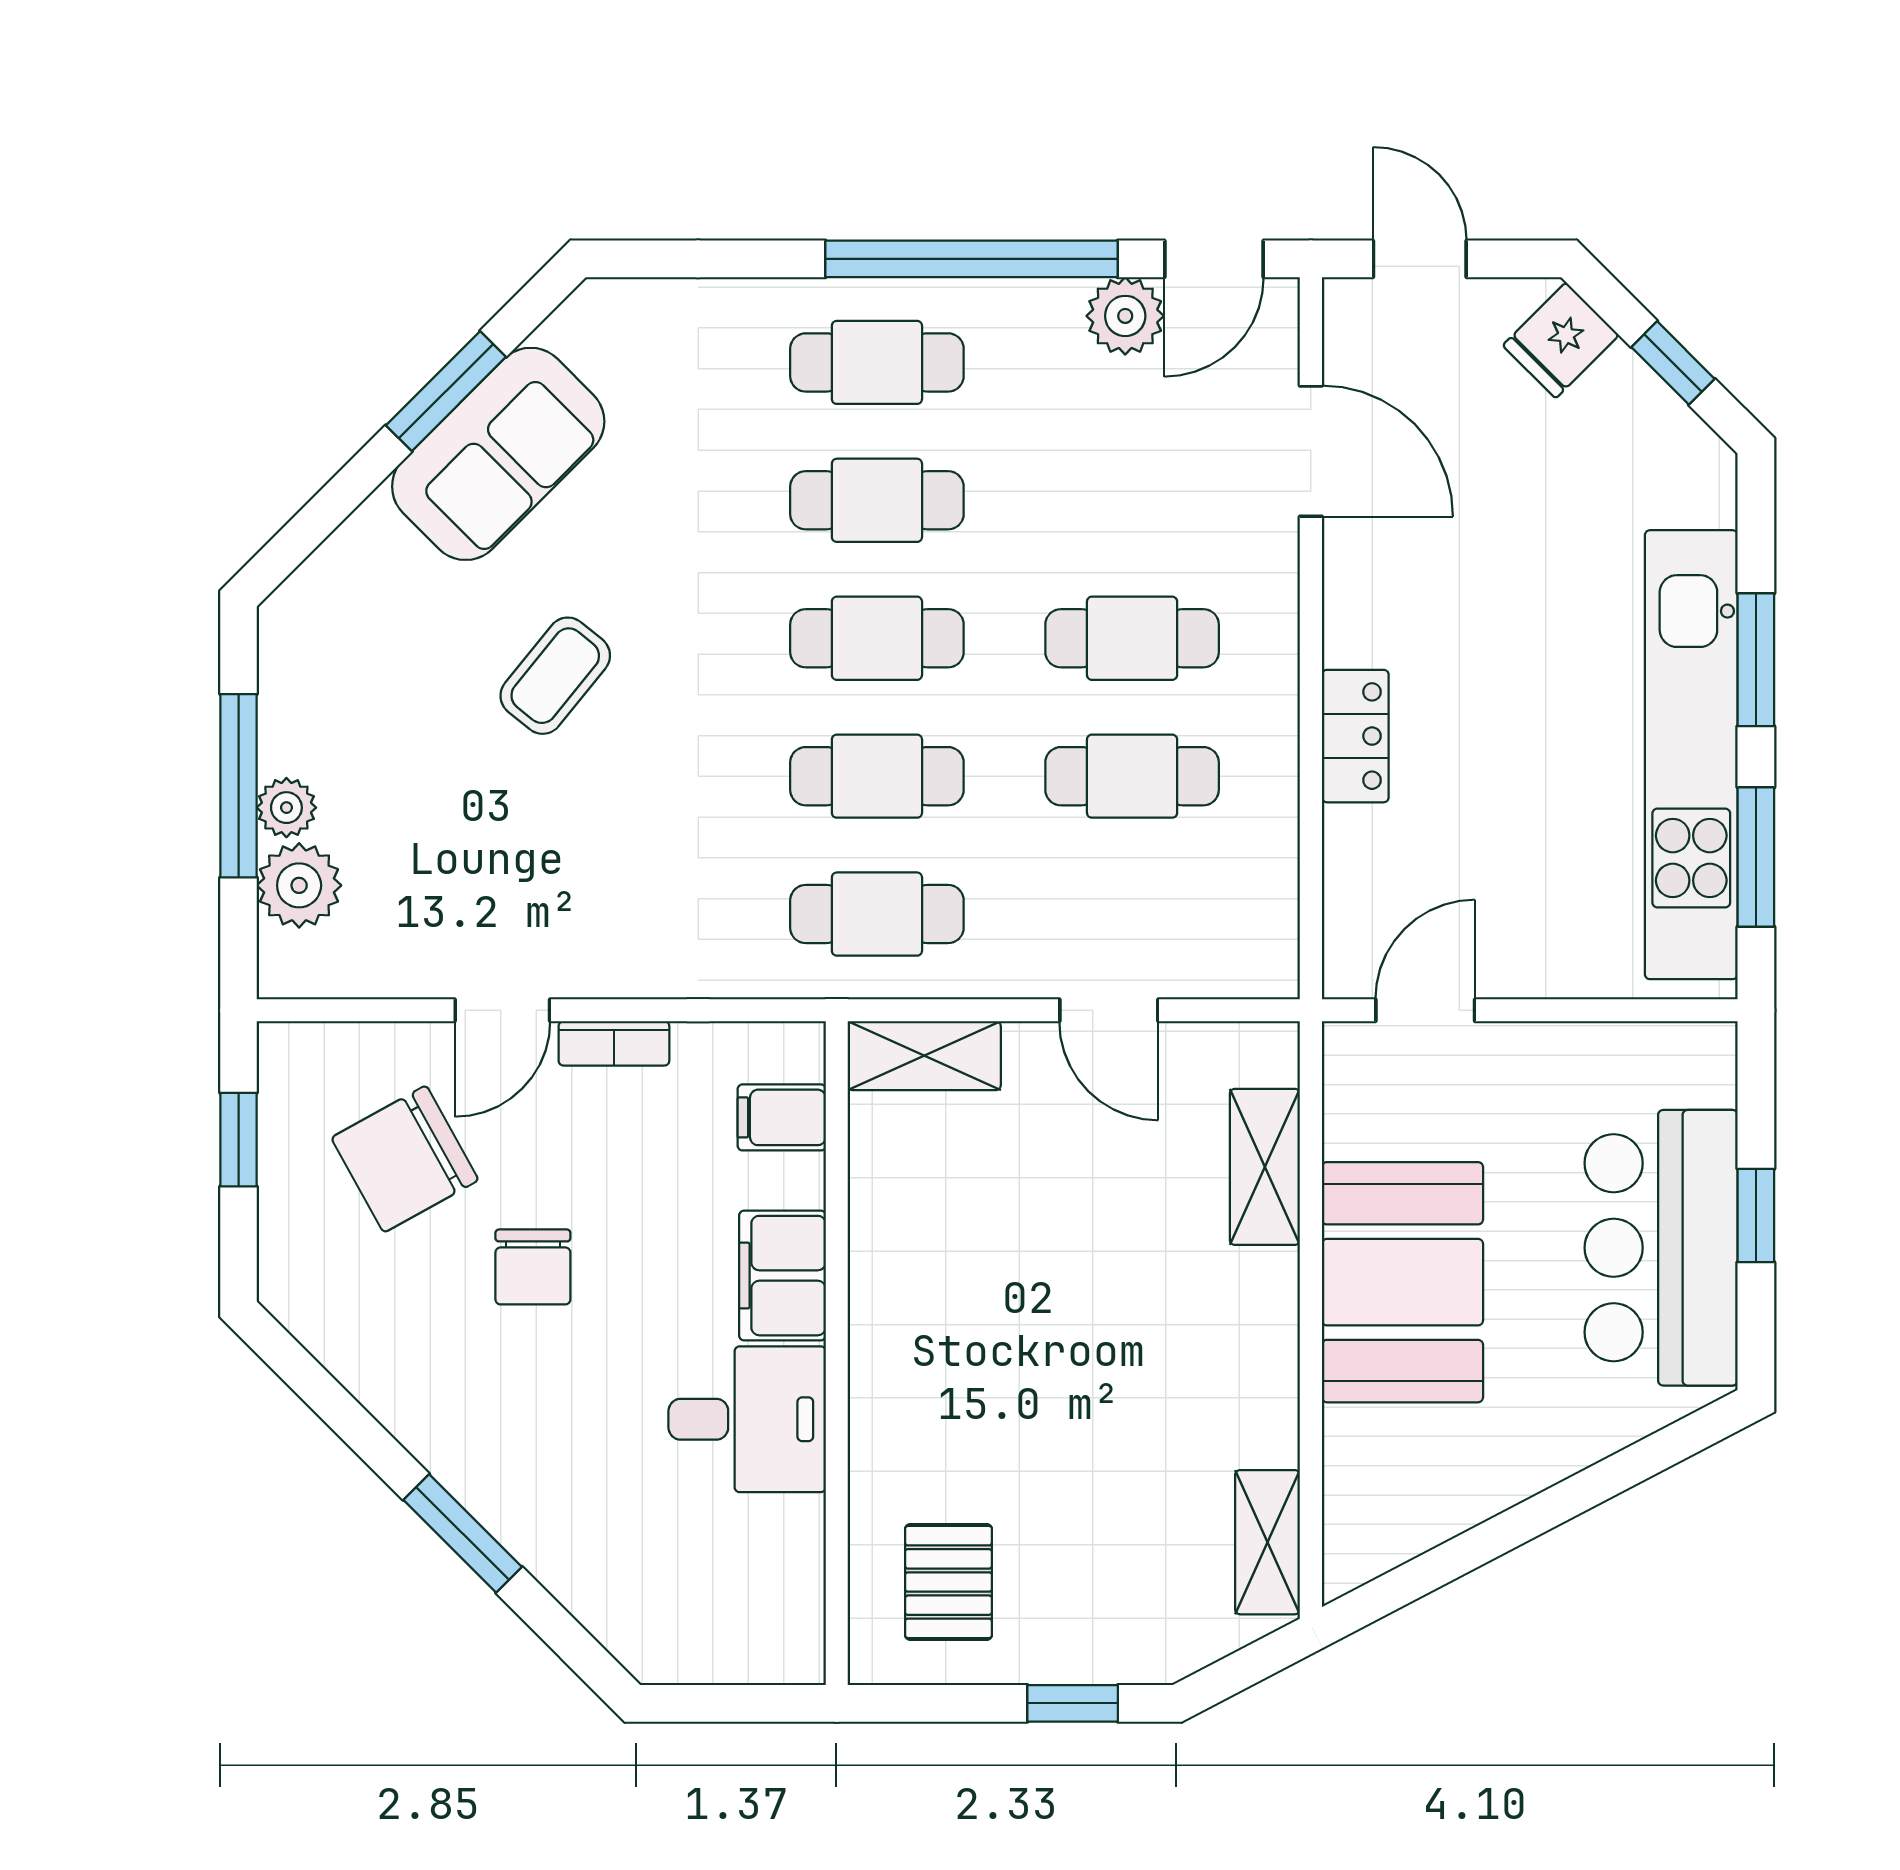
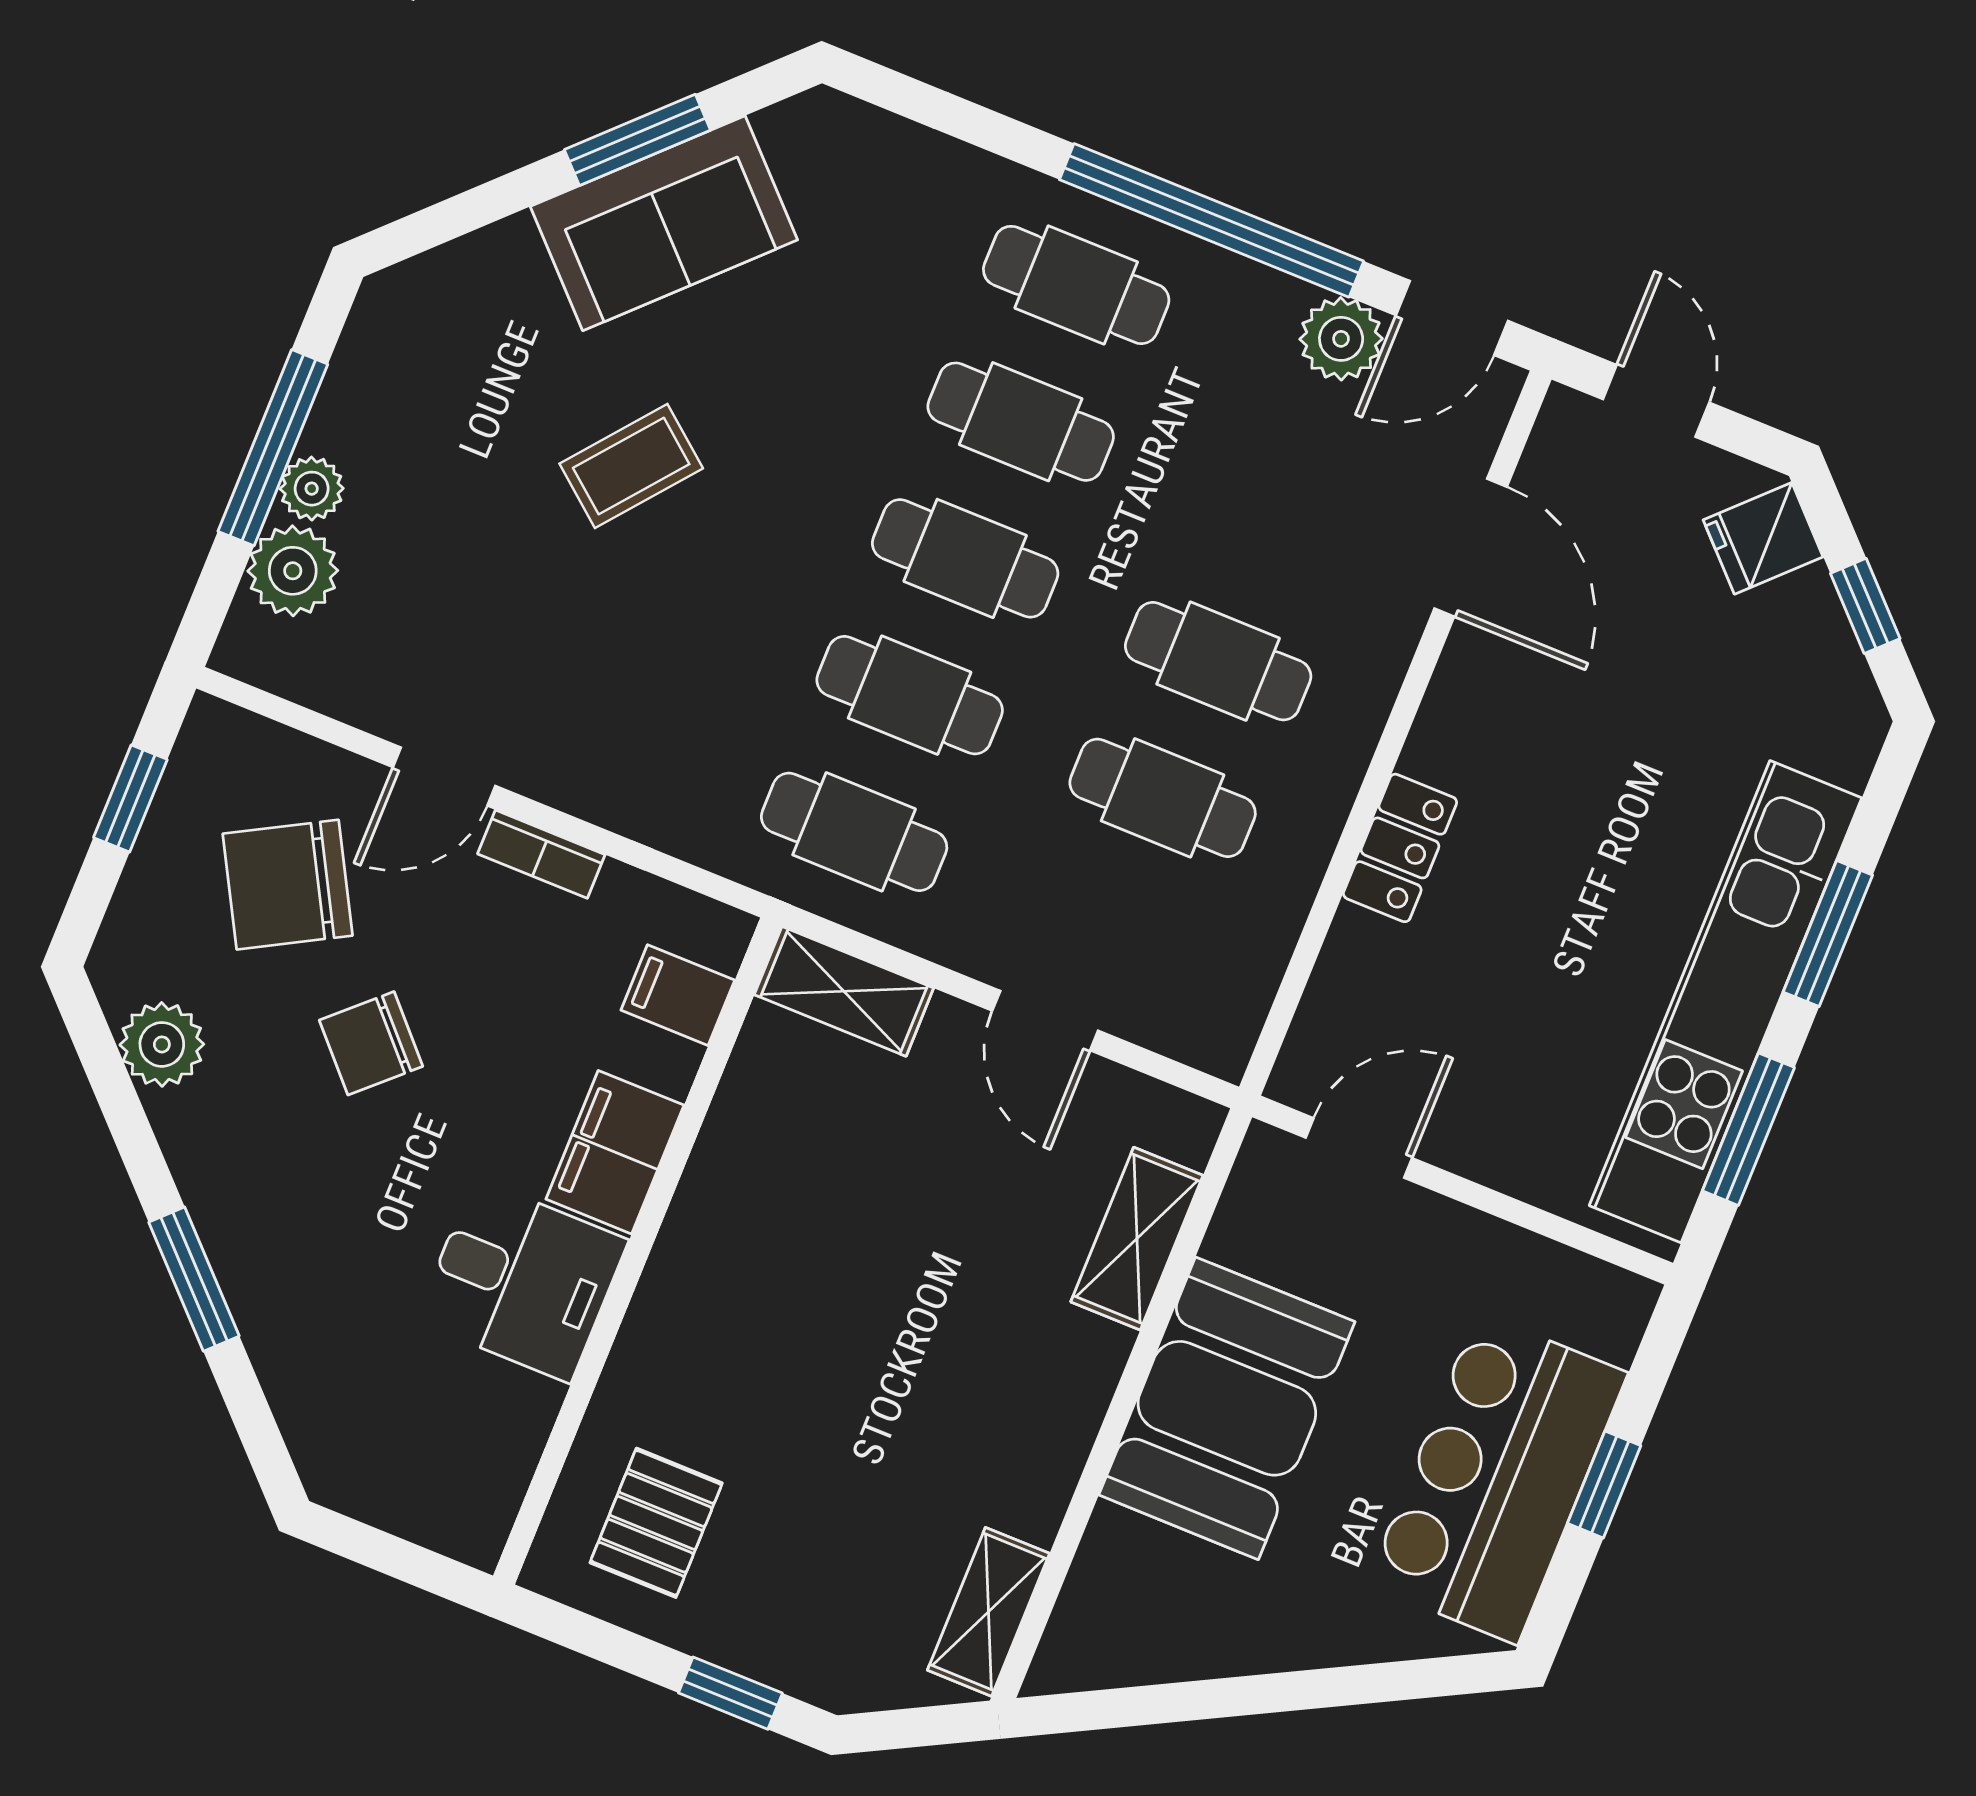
chair: (533, 1267) -> (371, 1043), turned 47
plant: (352, 1342) -> (162, 1044), added

